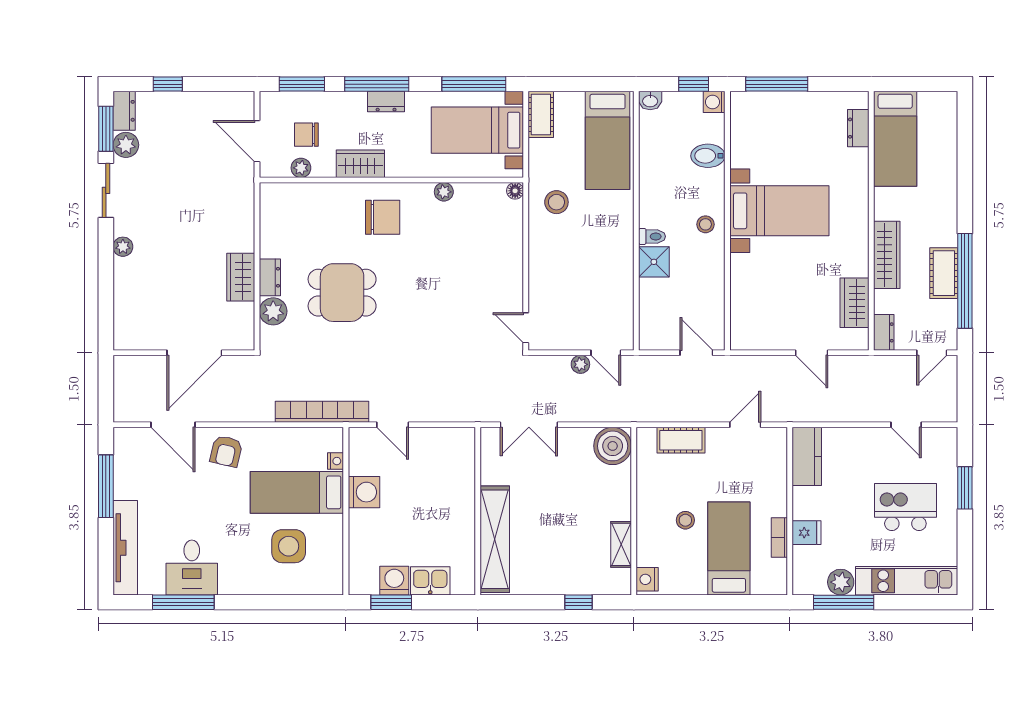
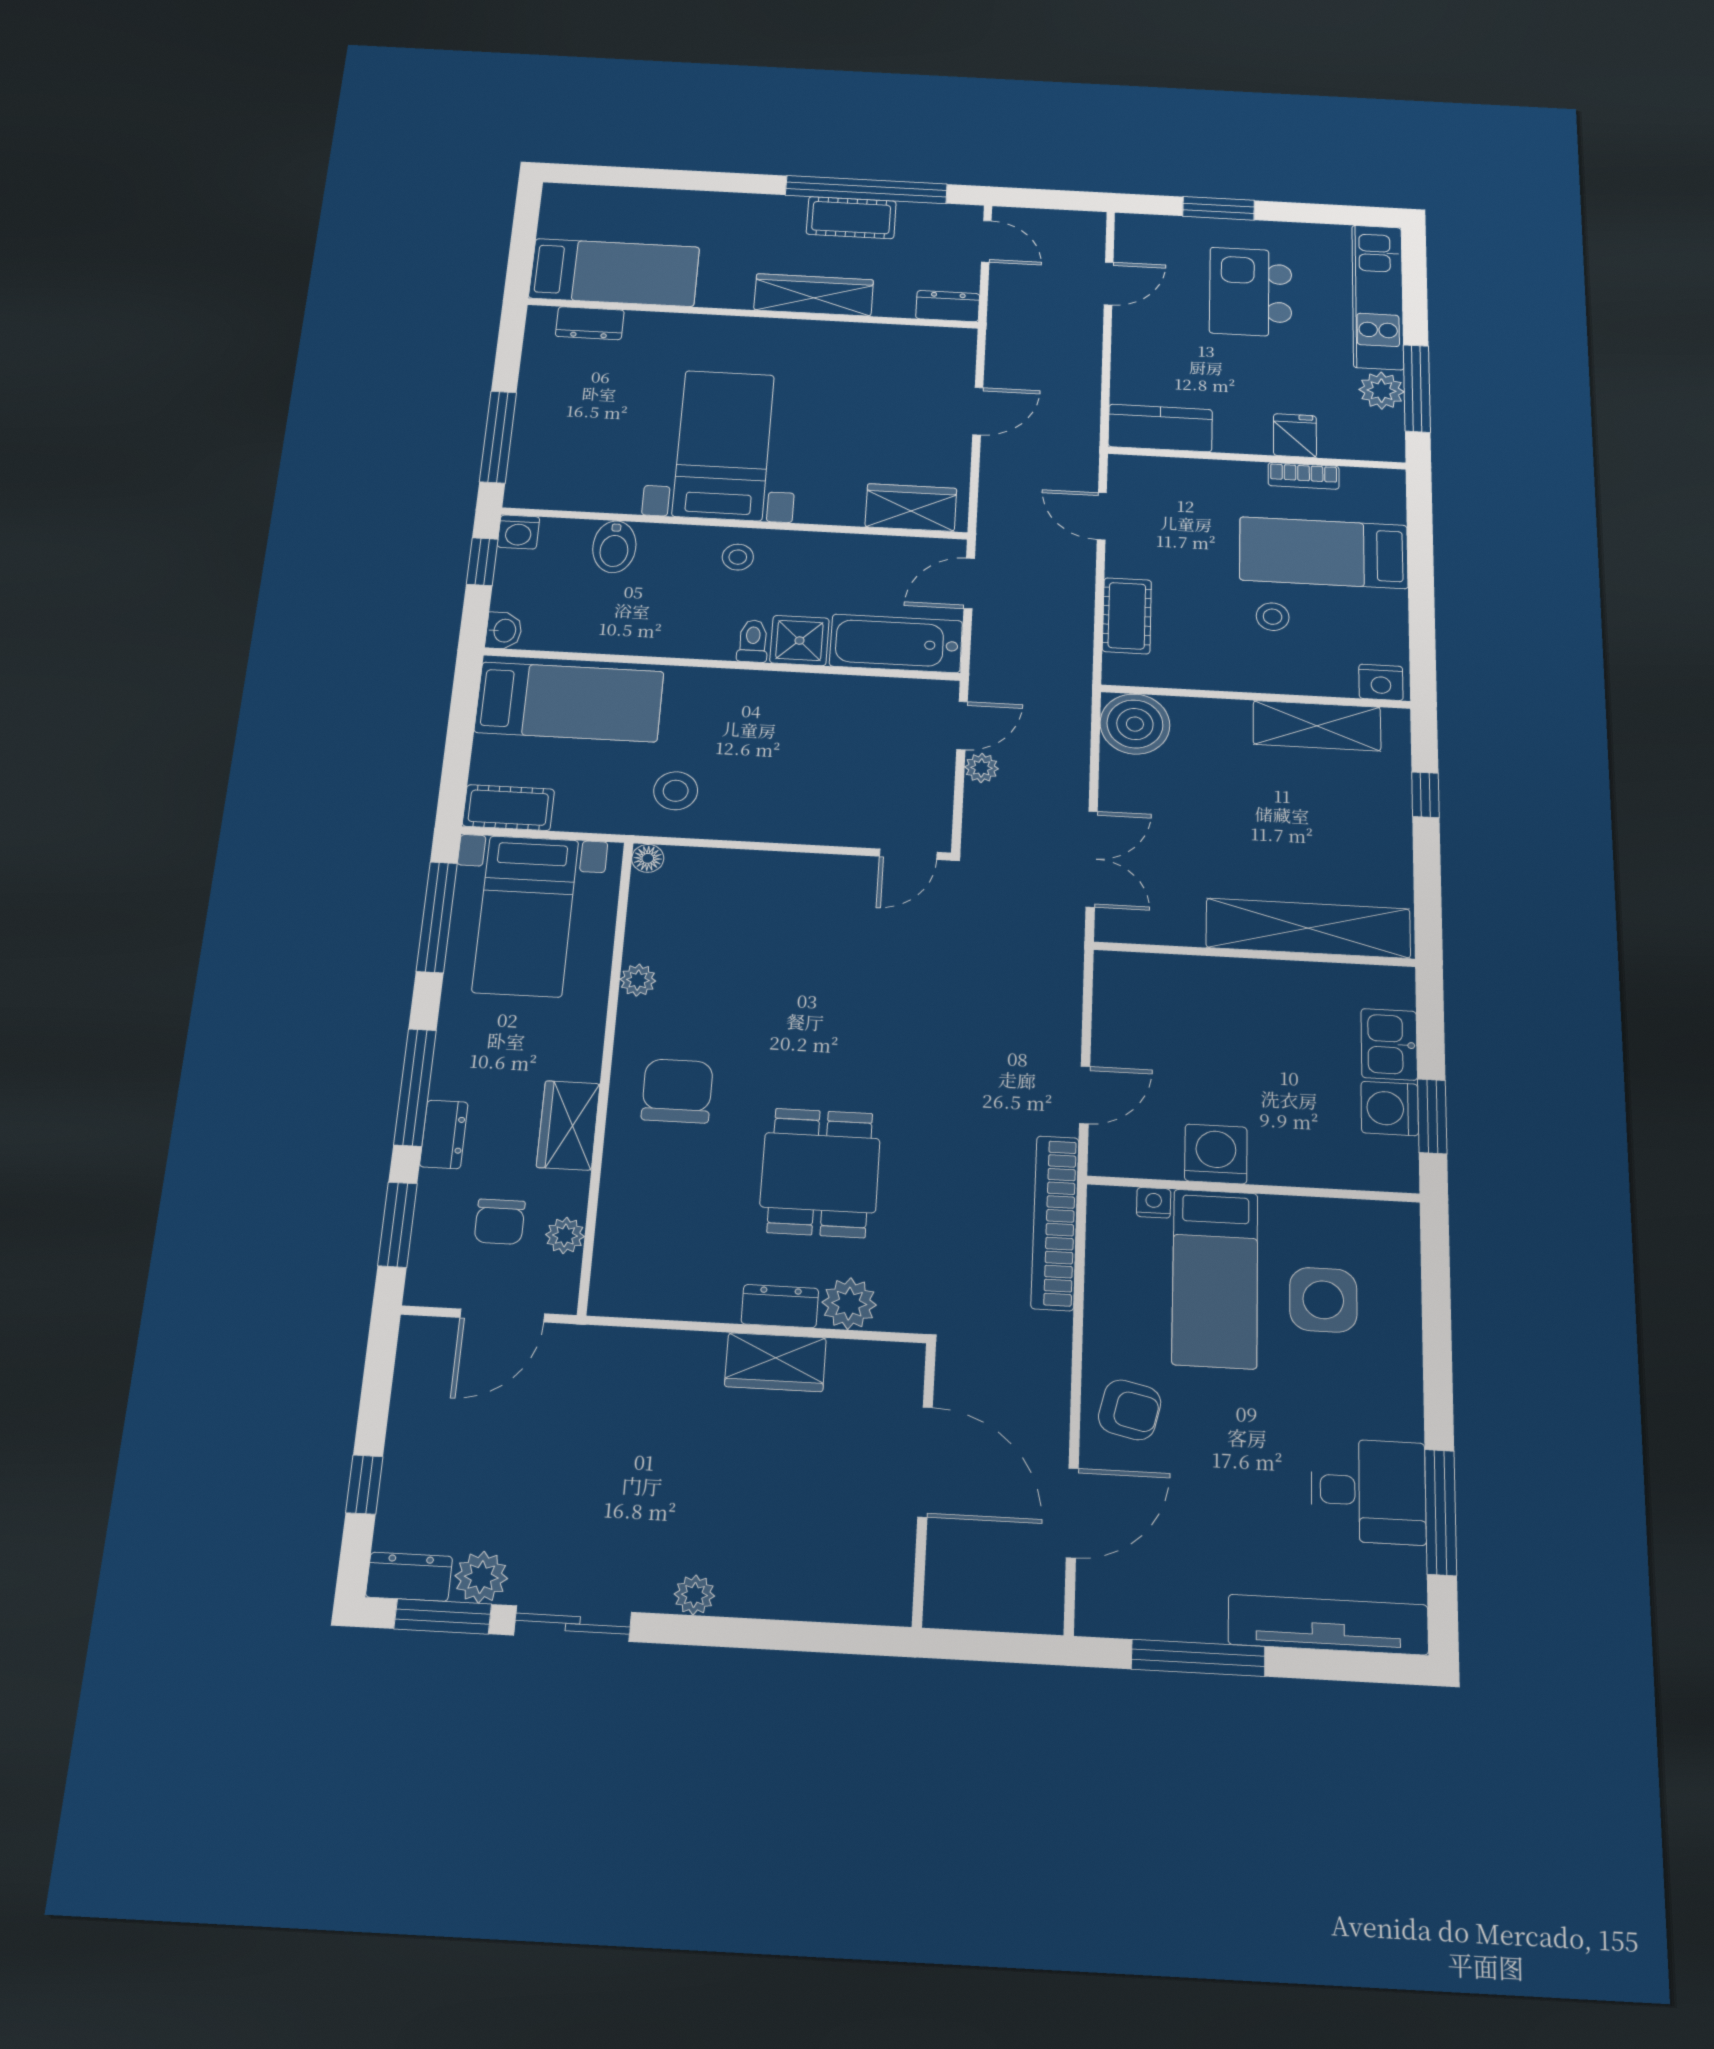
dresser: (386, 102) -> (444, 1134), moved
wardrobe: (854, 303) -> (911, 507), moved, turned 180
bathtub: (655, 315) -> (896, 643), added
shelving: (621, 544) -> (1317, 726), width x1.50, depth x1.33

